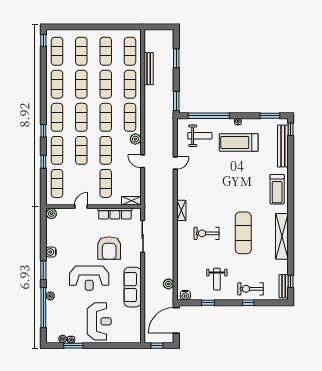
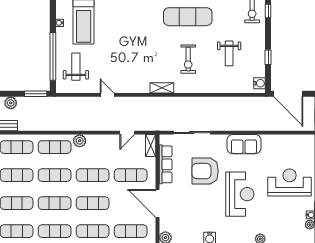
door: (143, 161) -> (127, 133), moved
door: (81, 207) -> (157, 203), width x1.88
armchair: (109, 248) -> (205, 171), turned 180
weight bench: (217, 279) -> (229, 53), moved, turned 90
plant: (168, 284) -> (11, 103), moved
sofa: (133, 287) -> (244, 144), width x0.73

